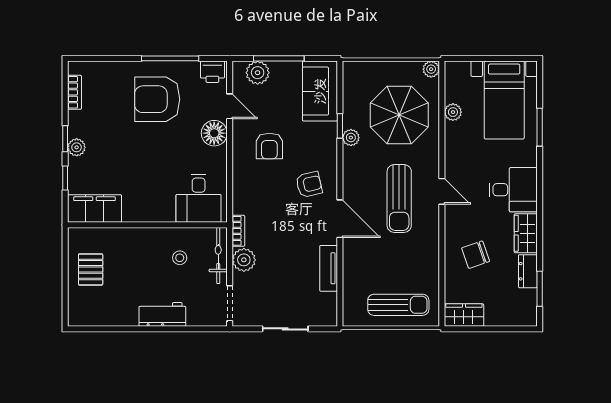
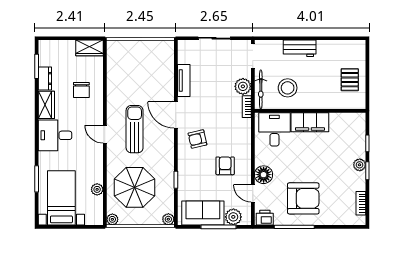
sofa: (320, 91) -> (203, 213), moved, turned -90
plant: (351, 138) -> (168, 219), moved
filing cabinet: (95, 208) -> (310, 122), moved
chair: (476, 255) -> (81, 90), turned 109
stool: (180, 258) -> (288, 88), width x1.89, depth x1.89
sun lounger: (398, 305) -> (135, 55), removed

